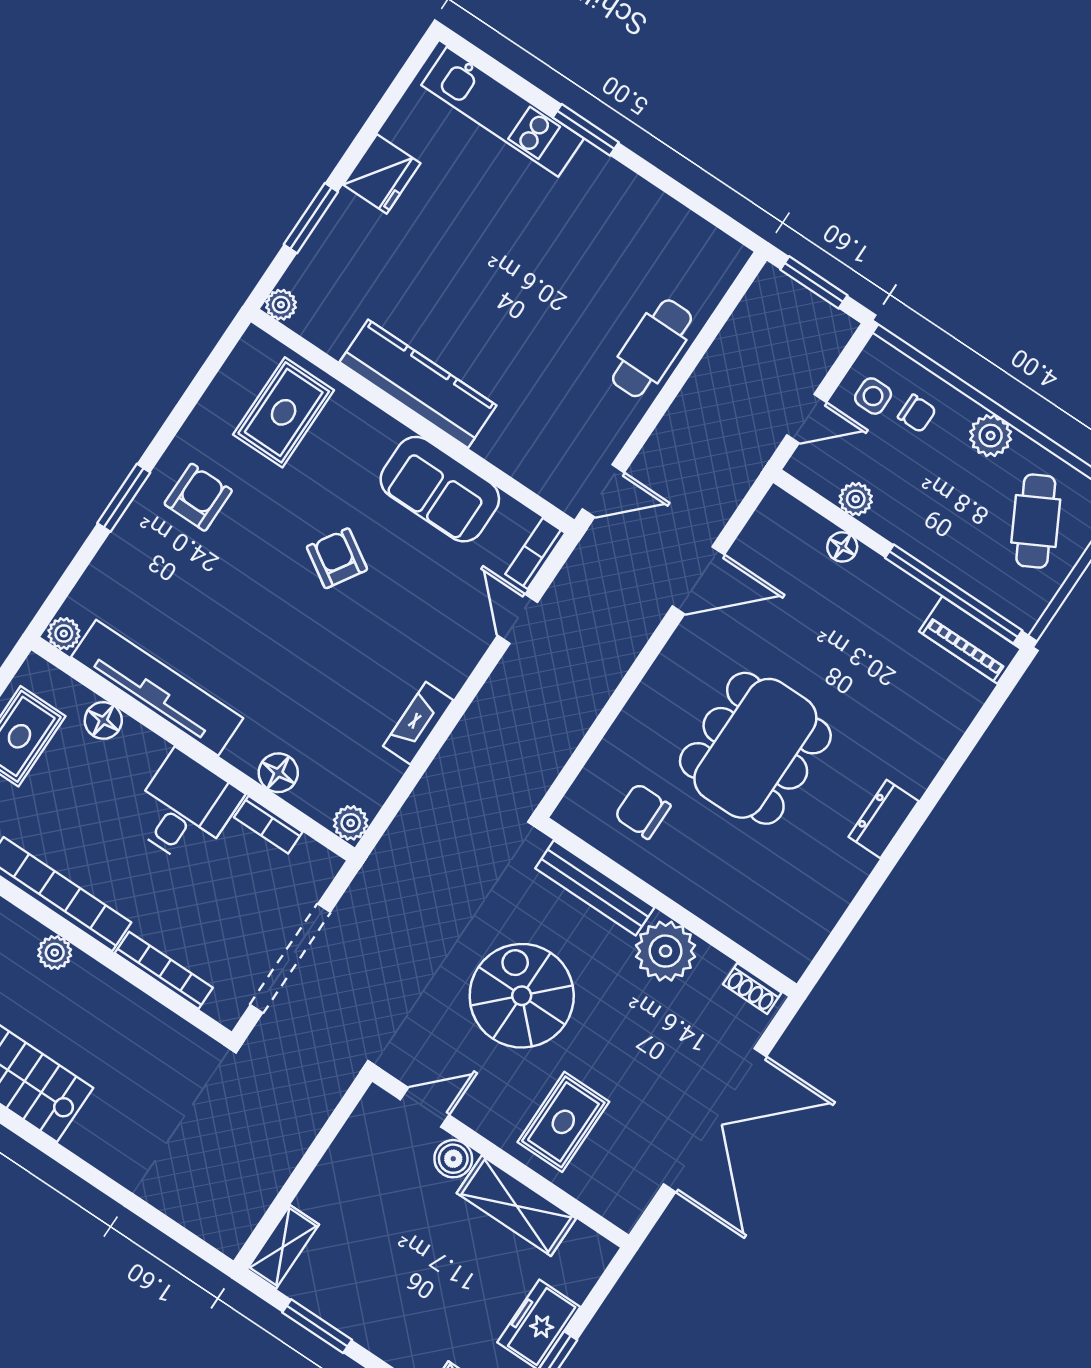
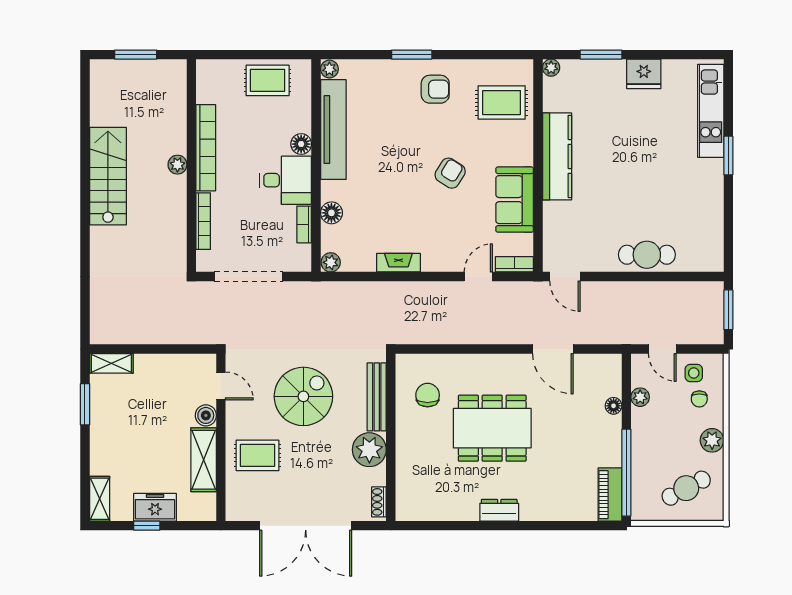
floor lamp: (103, 720) -> (301, 144), moved

